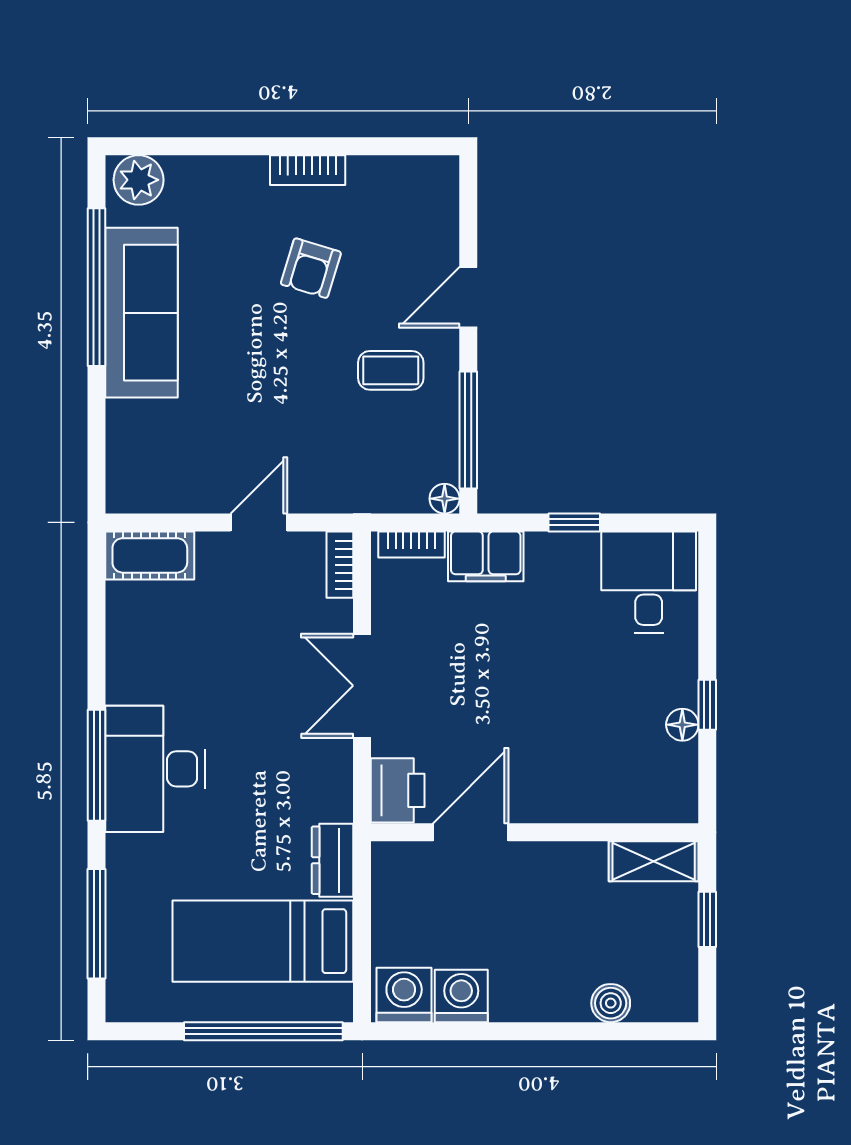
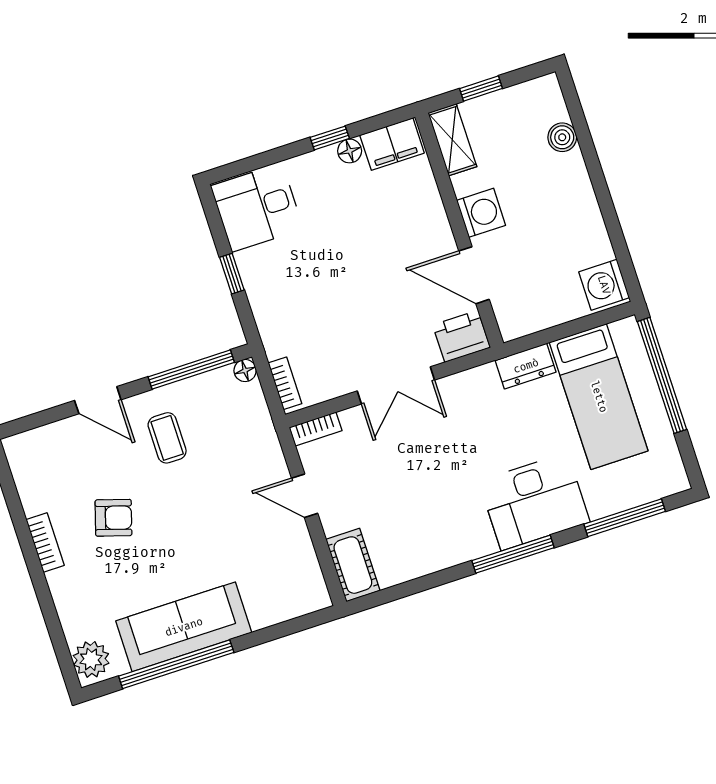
filing cabinet: (486, 556) -> (392, 144), moved, turned 90
desk: (155, 769) -> (534, 502), moved
washing machine: (461, 996) -> (481, 213), moved, turned 180

